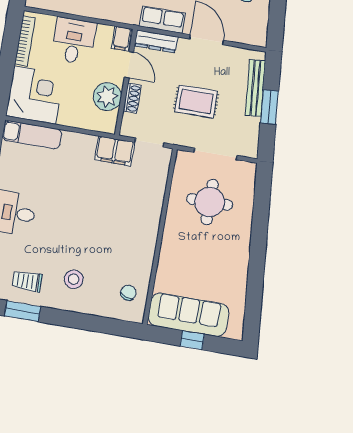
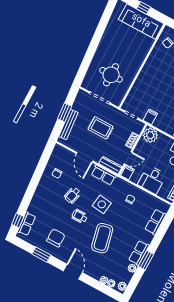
door: (129, 65) -> (128, 158), swing flipped
plant: (107, 97) -> (150, 135), moved
filing cabinet: (115, 151) -> (150, 117), width x0.50

